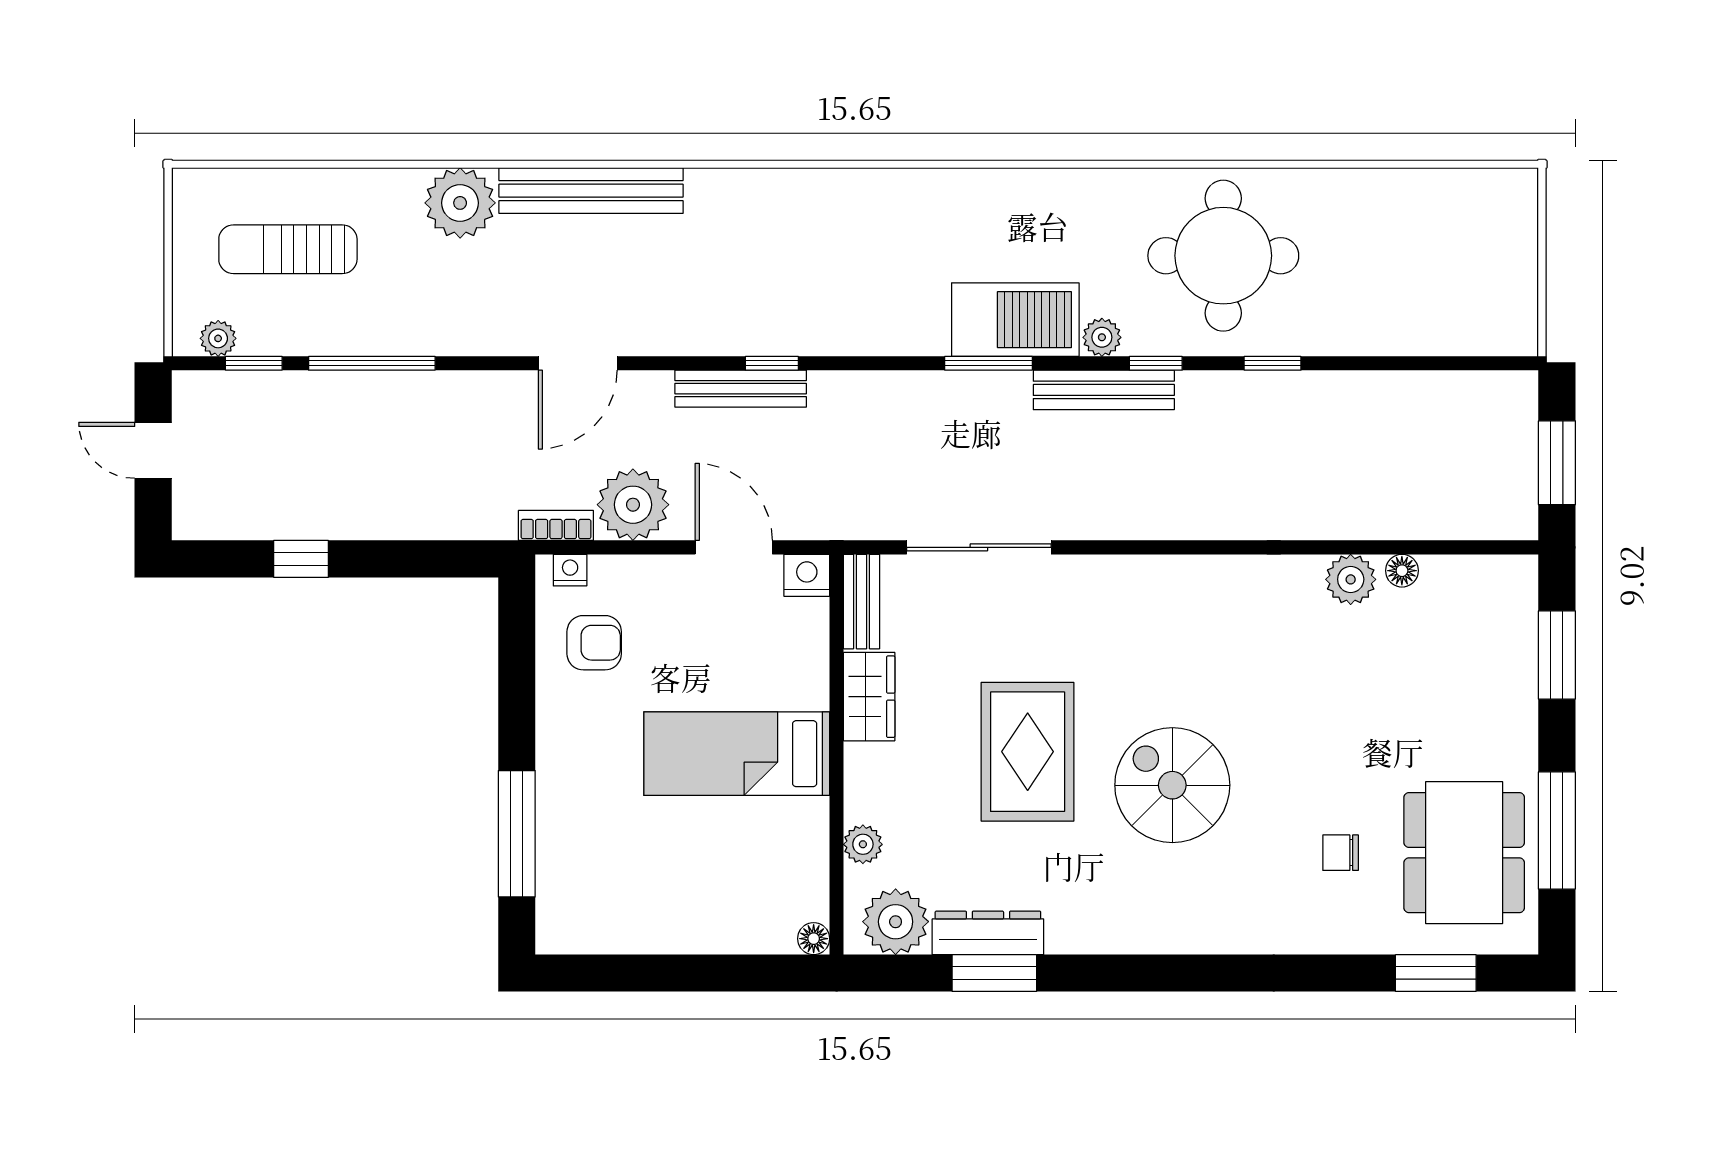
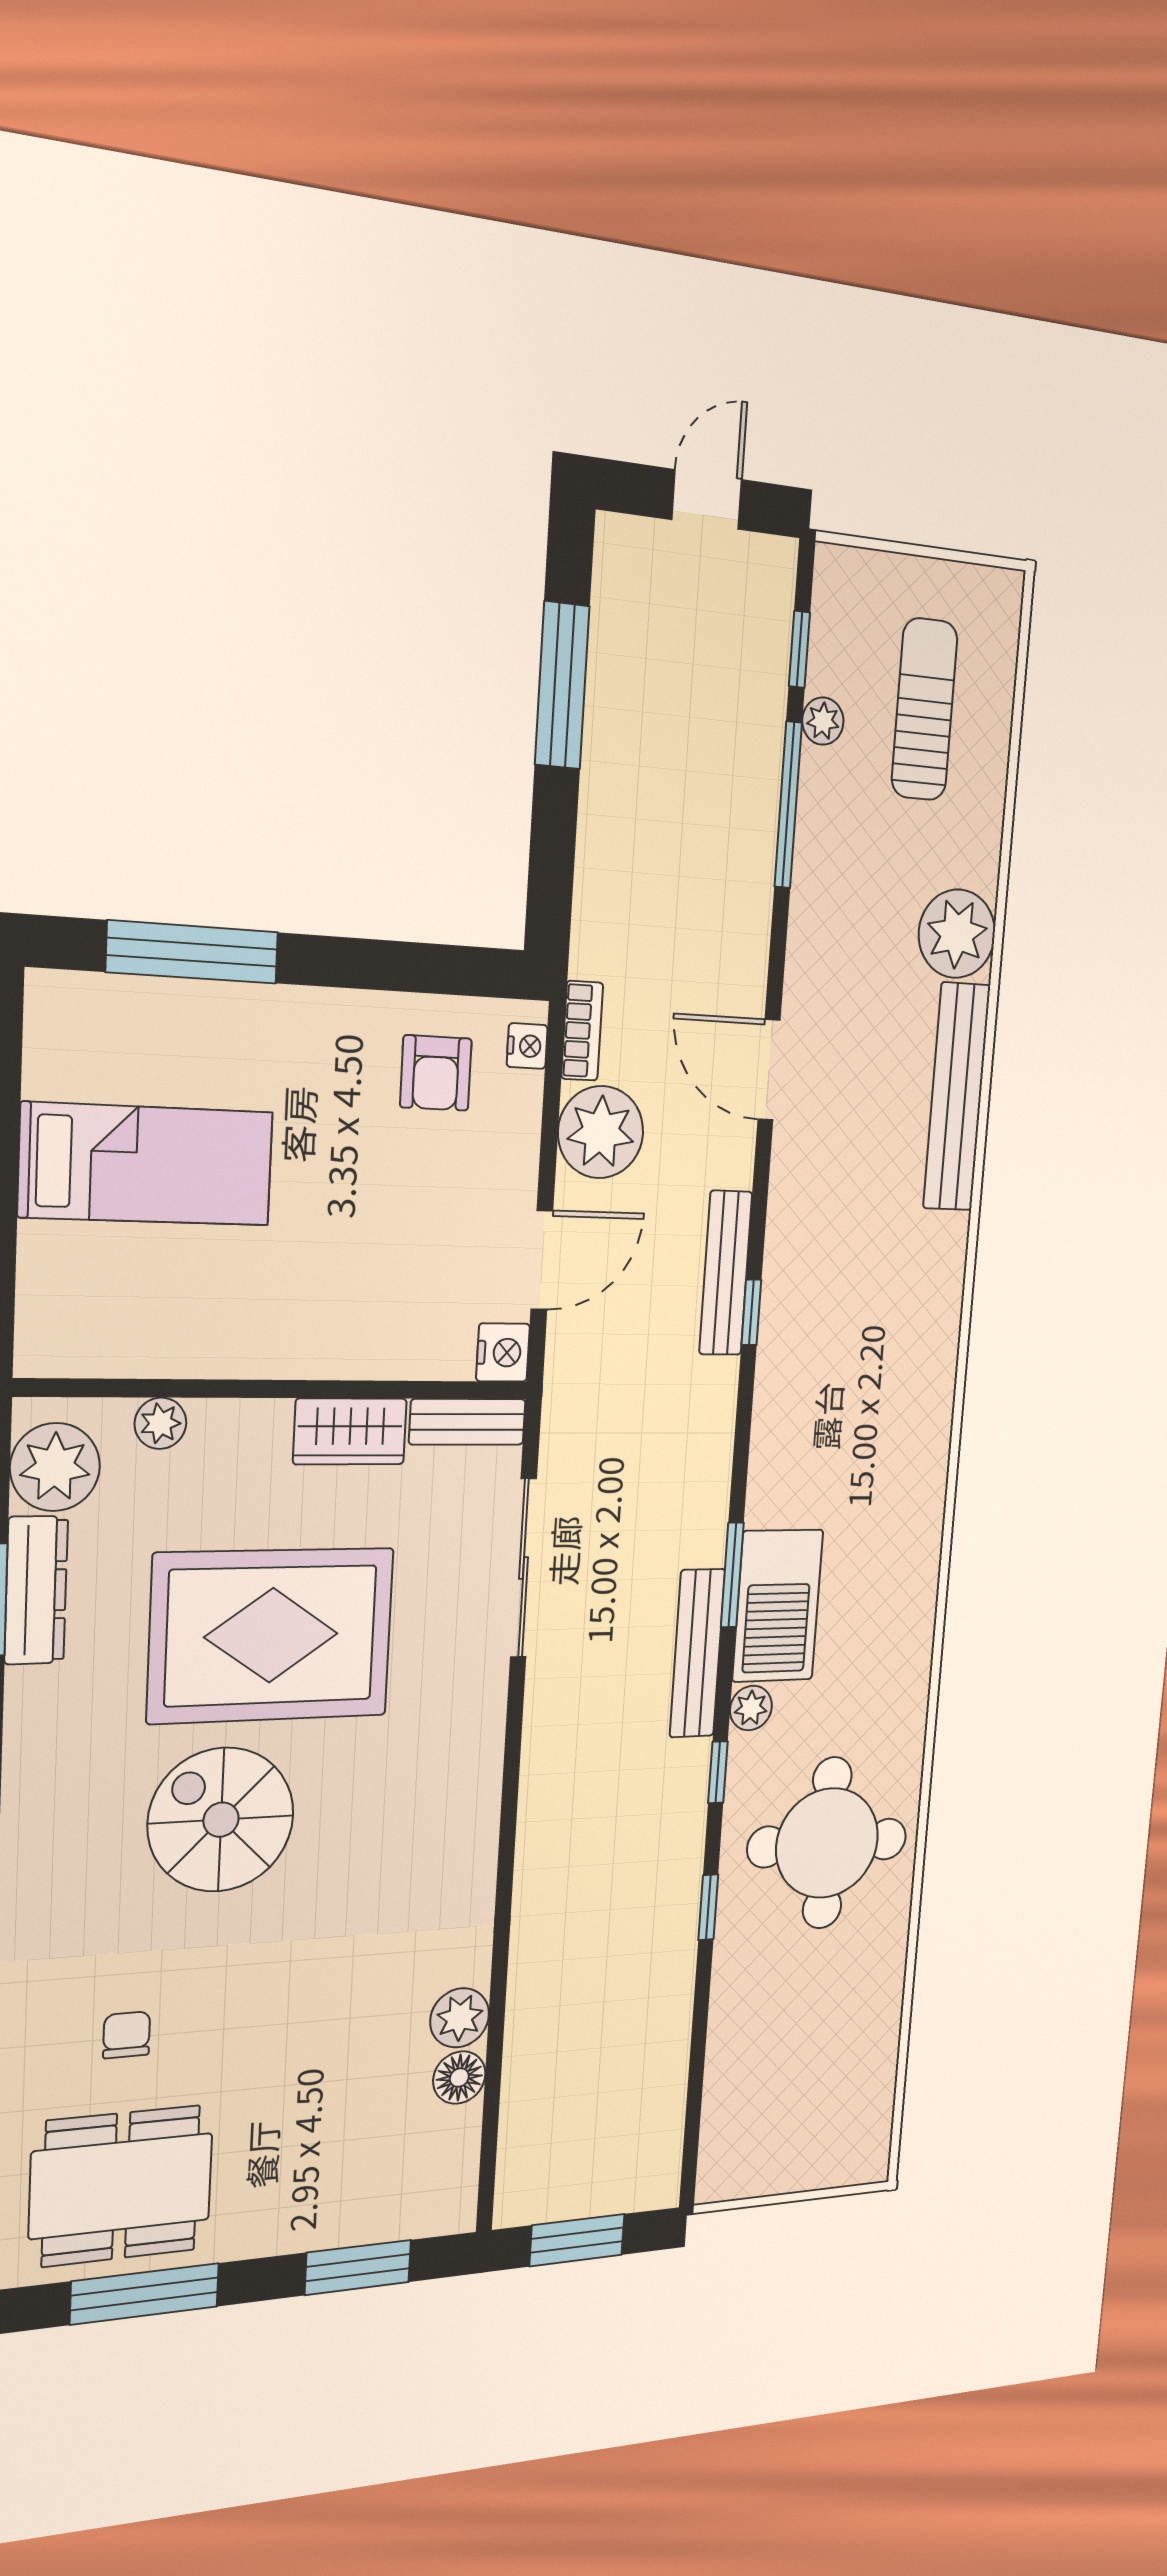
plant: (218, 338) -> (823, 721), moved
bench: (1104, 390) -> (697, 1653), moved
window: (301, 559) -> (562, 685), width x2.17
floor lamp: (1402, 571) -> (459, 2078), width x1.37, depth x1.37
rug: (1028, 752) -> (271, 1635), width x1.37, depth x1.44
bed: (737, 754) -> (147, 1164), moved, turned 90
spiral stairs: (1172, 785) -> (221, 1820), turned -90
floor lamp: (814, 939) -> (35, 1356), removed

